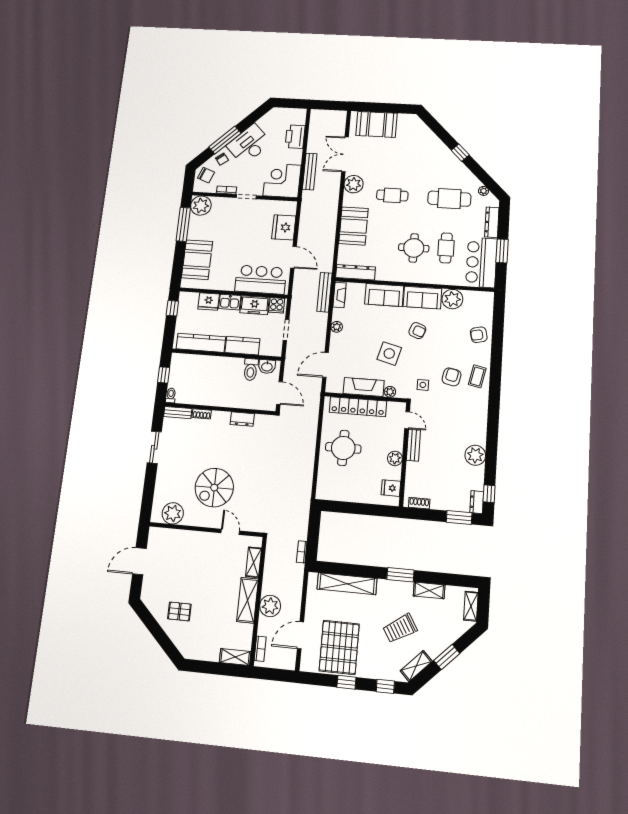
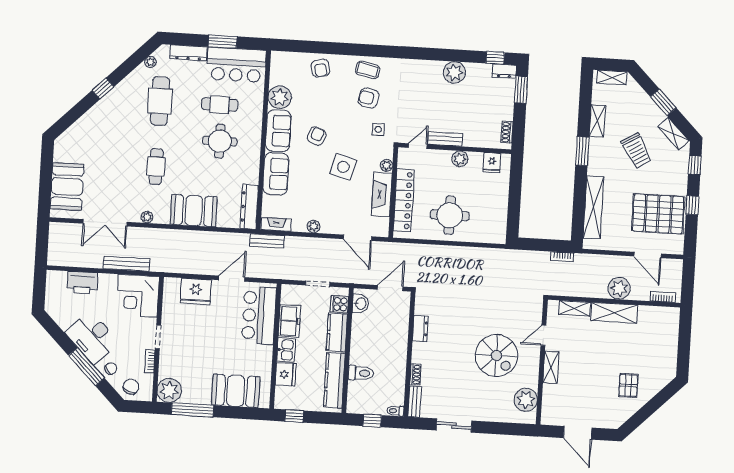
plant: (354, 184) -> (147, 217), width x0.53, depth x0.53
bench: (325, 292) -> (267, 241), width x0.73
cooker: (277, 305) -> (339, 304), moved, turned 180
toilet: (251, 369) -> (361, 373), moved
shelving: (235, 657) -> (551, 367), moved

